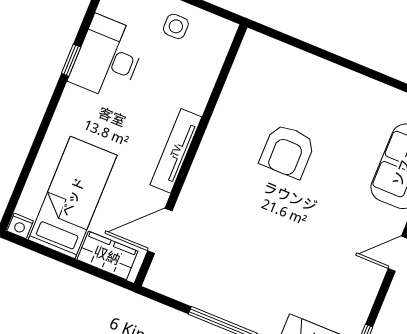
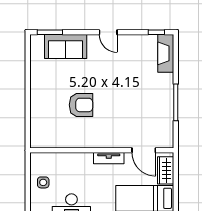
tv unit: (176, 151) -> (109, 158), width x0.71

